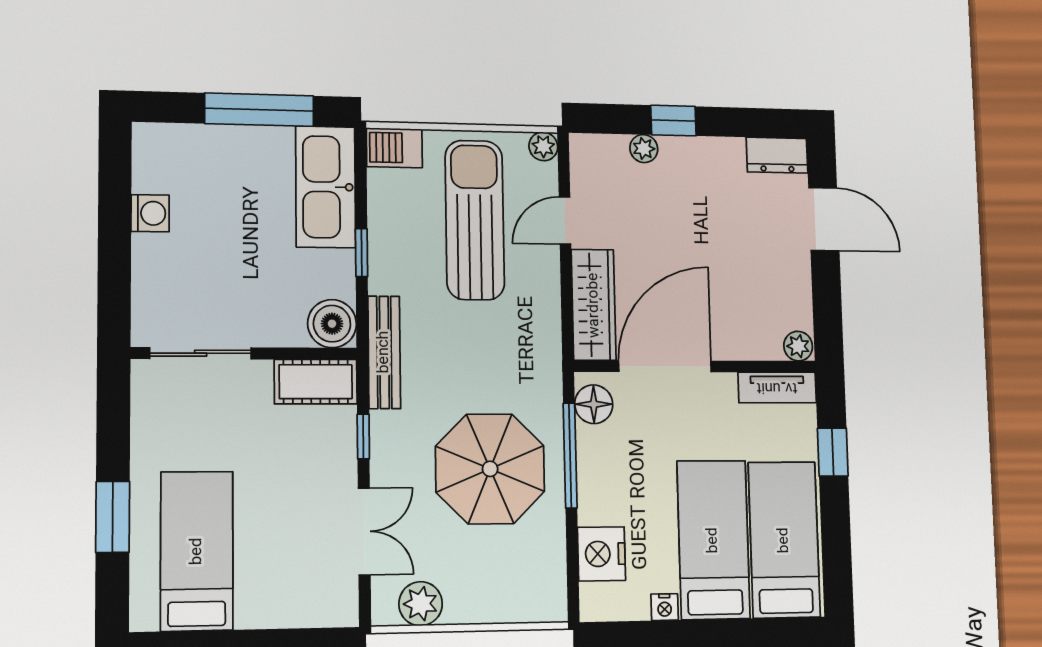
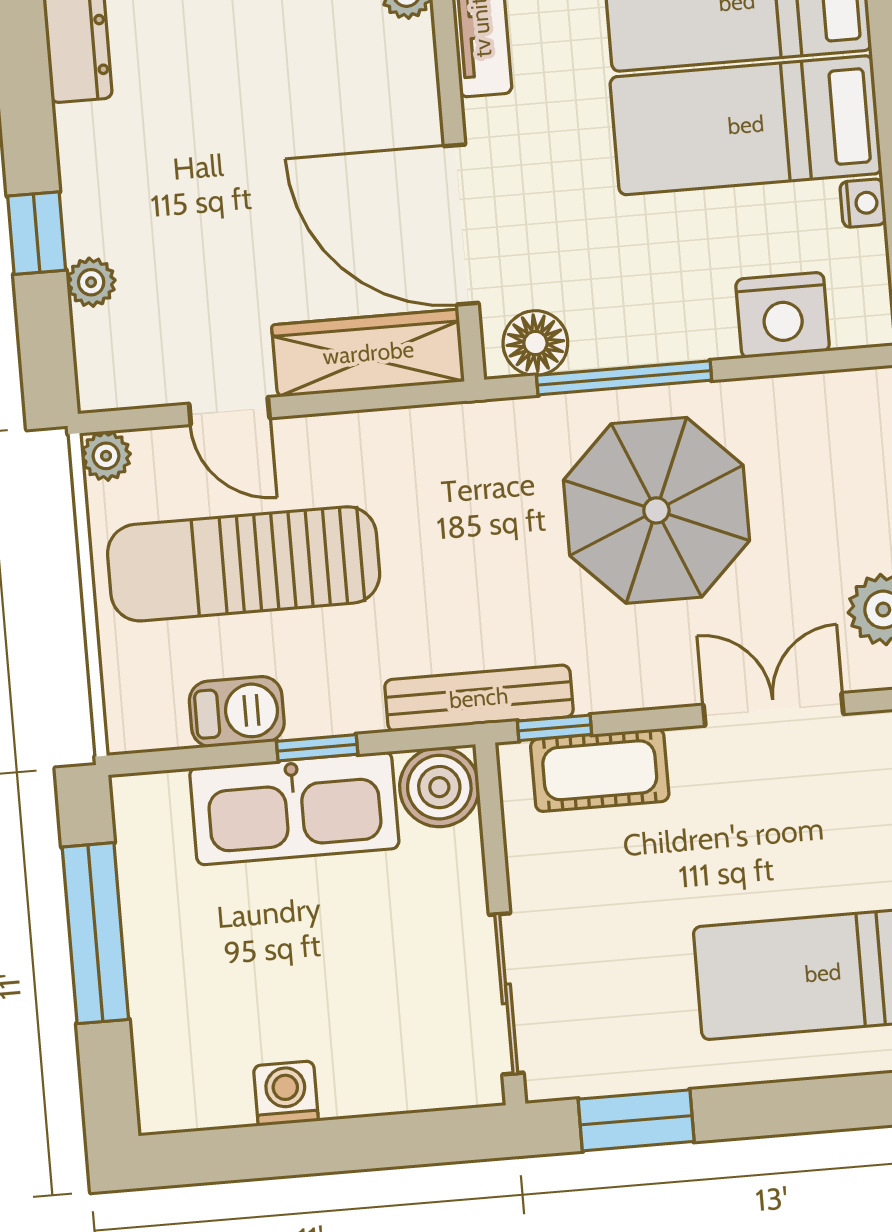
barbecue: (394, 148) -> (237, 712), moved, turned -90
kitchen sink: (326, 187) -> (294, 808), moved
cot: (316, 382) -> (600, 770), moved, turned 90
window: (363, 437) -> (554, 728), moved
window: (113, 517) -> (636, 1120), moved

